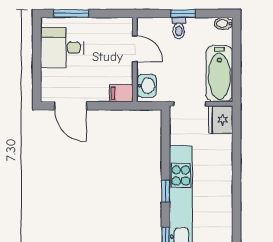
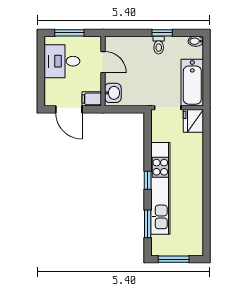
door: (135, 49) -> (103, 62), moved
wall: (135, 60) -> (103, 71), moved
washbasin: (147, 86) -> (113, 93), moved
filing cabinet: (121, 93) -> (92, 99), moved

